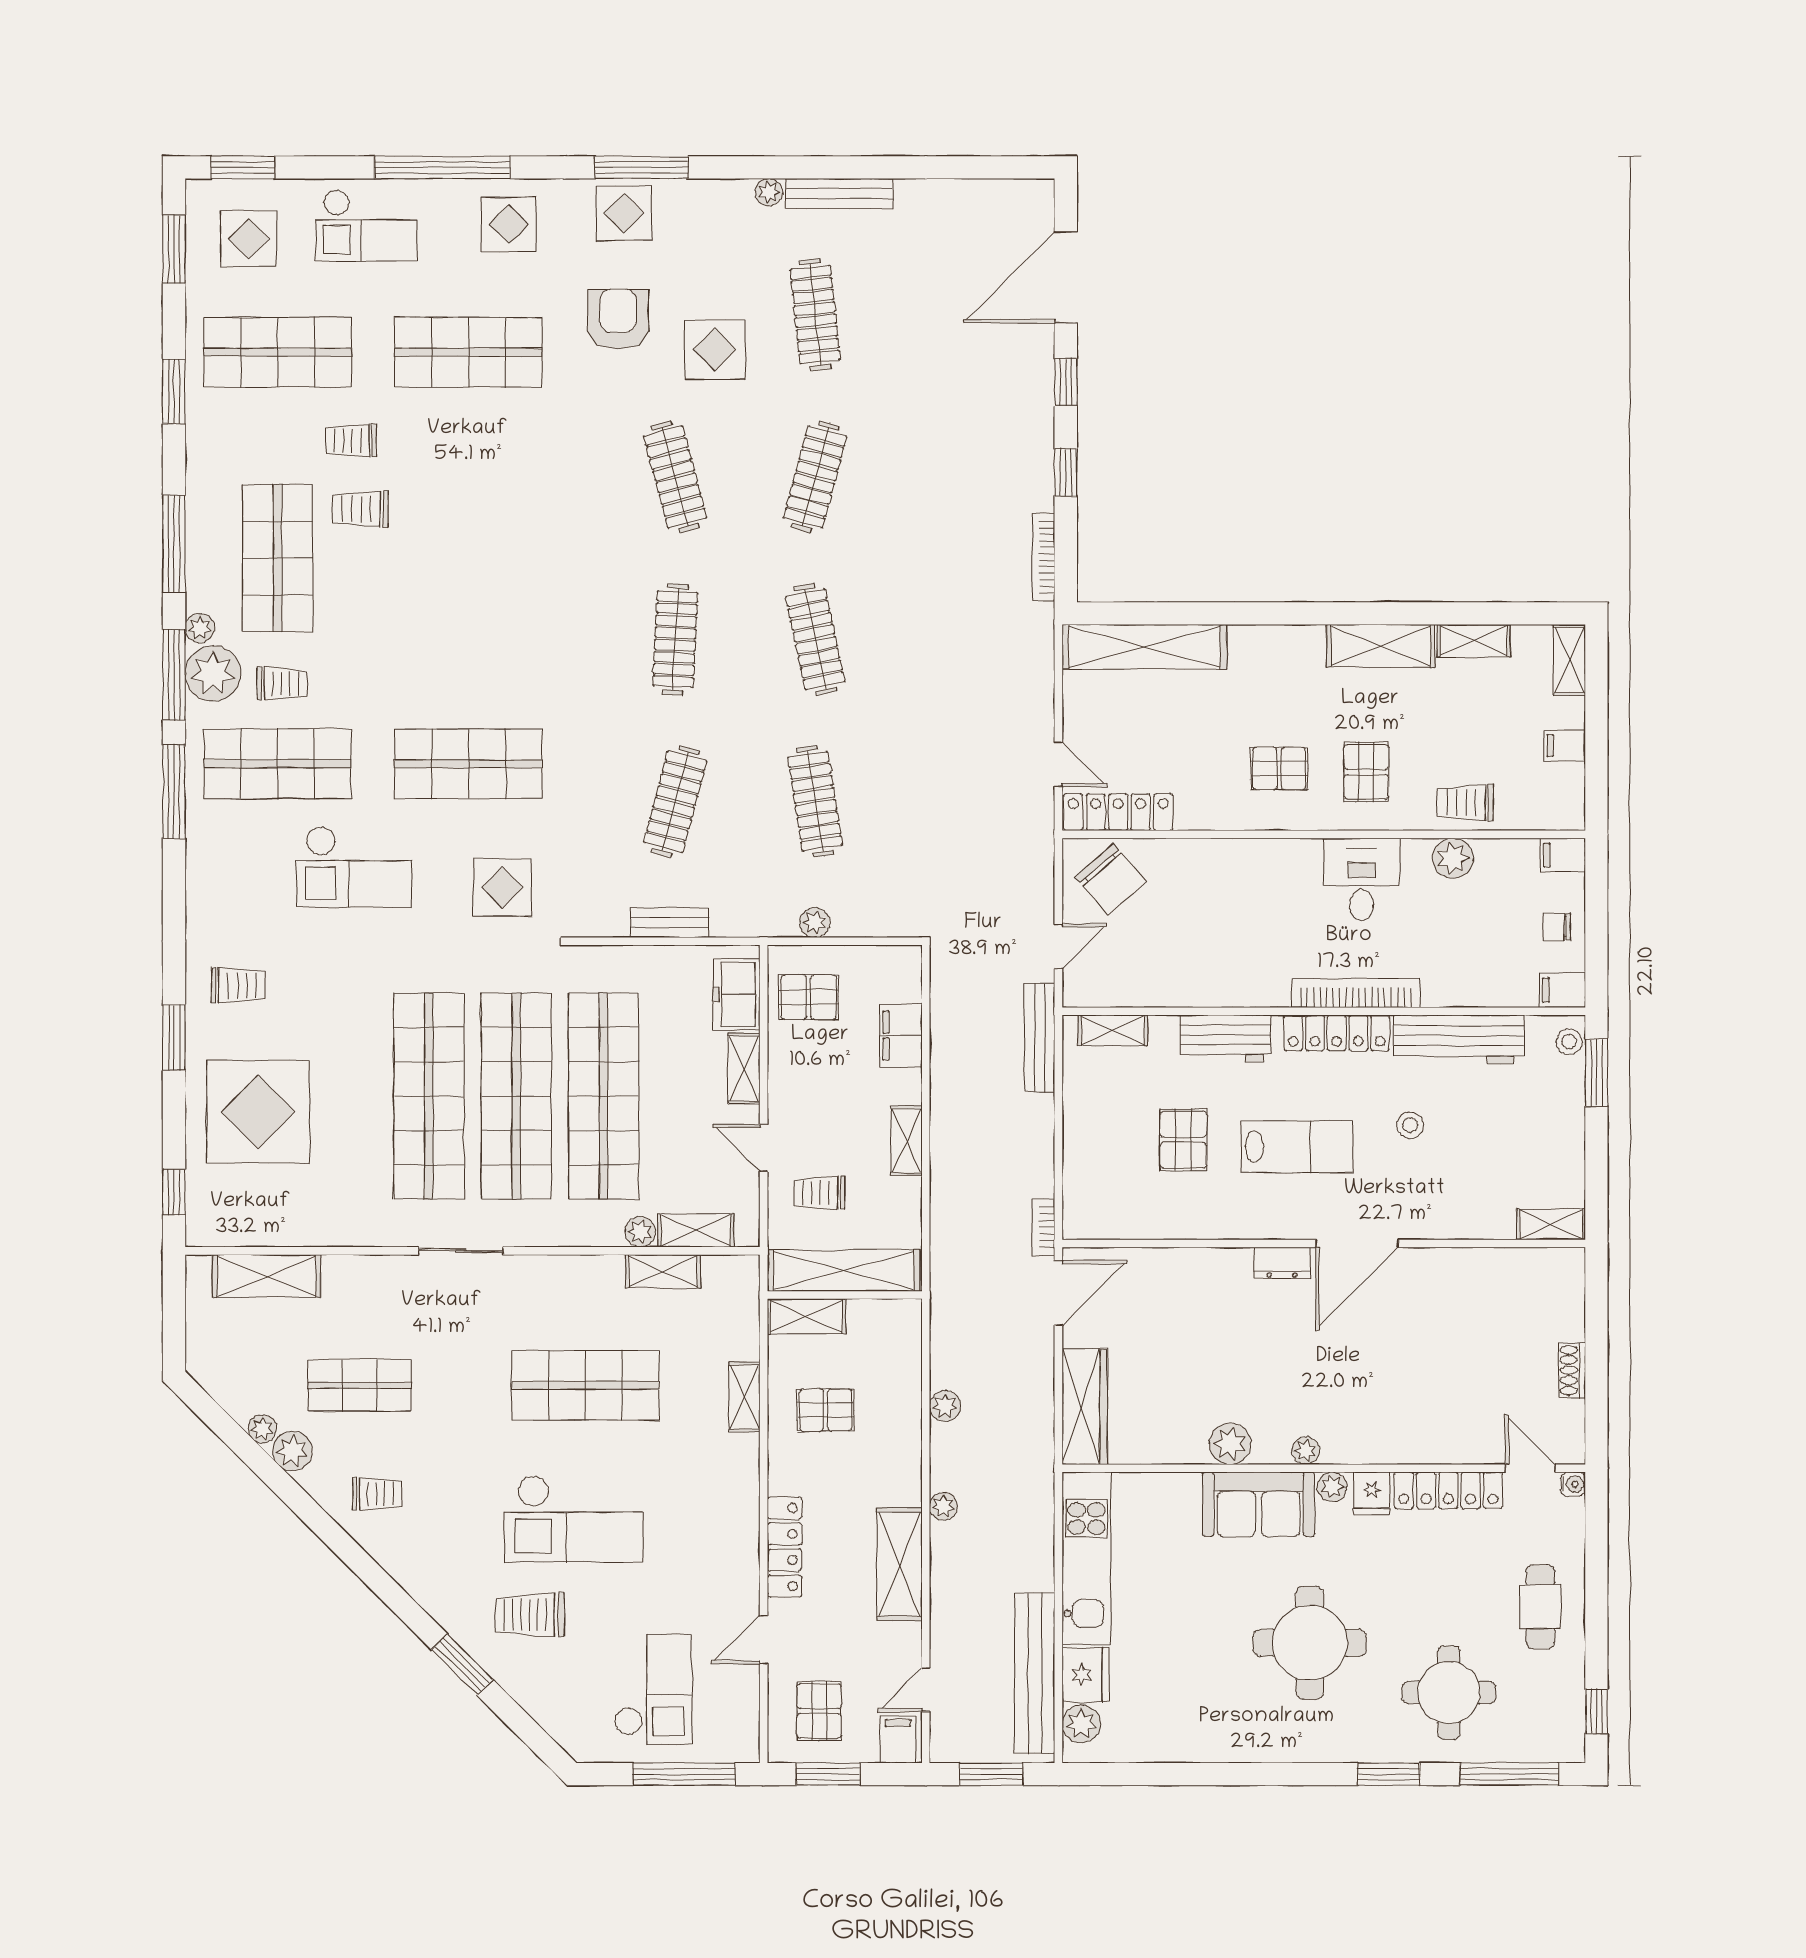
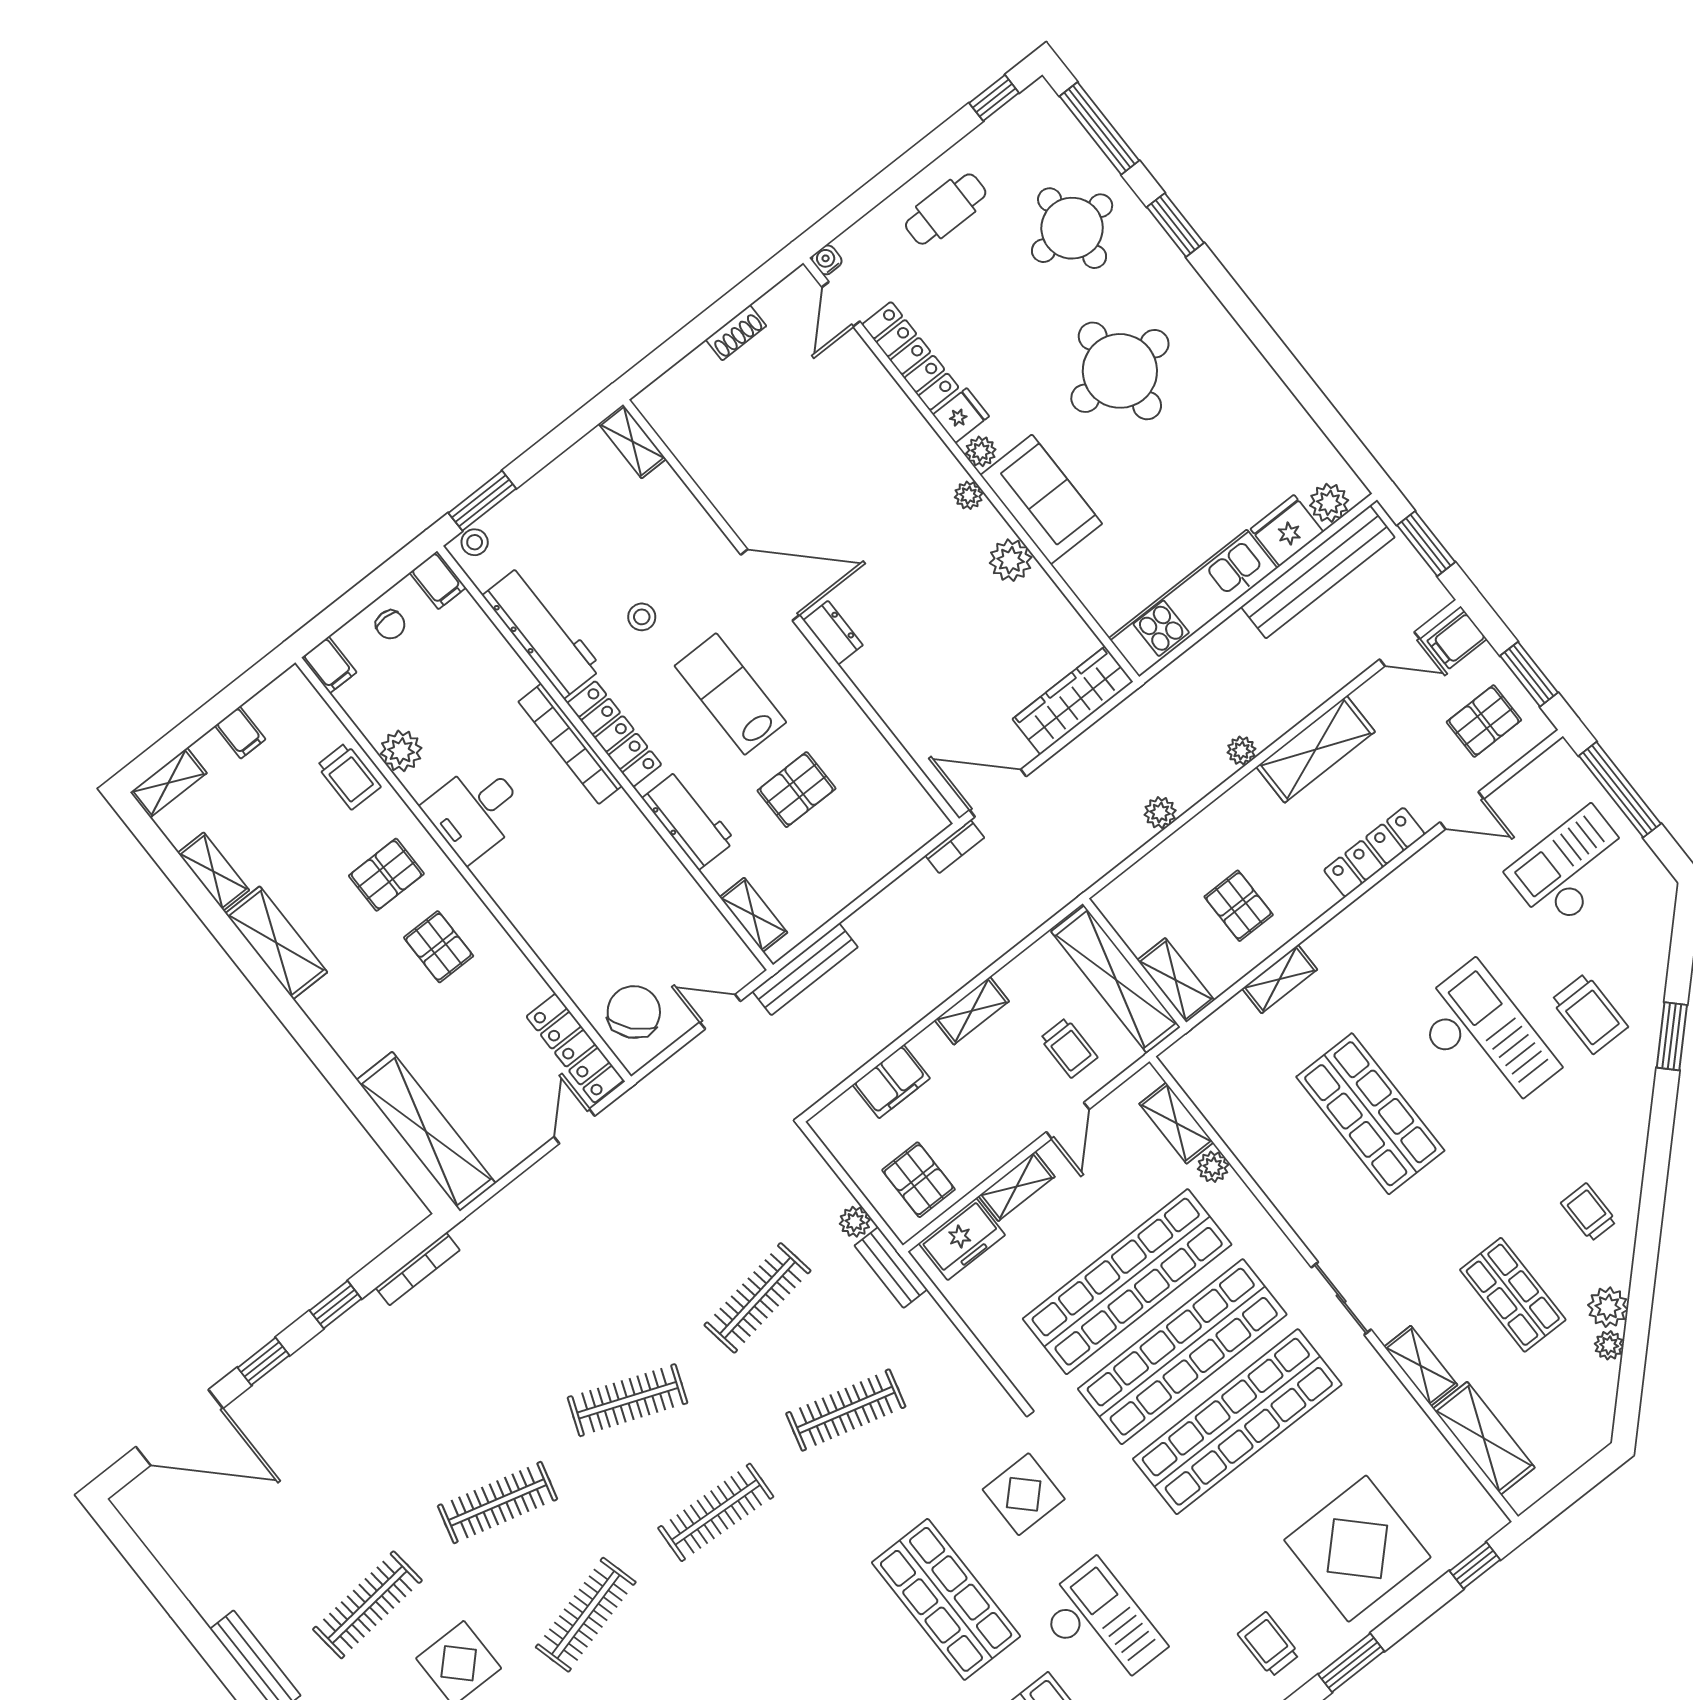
clothes rail: (815, 639) -> (628, 1400), turned 33
bench: (670, 923) -> (891, 1267), moved
shelving: (663, 1271) -> (1421, 1366), moved

